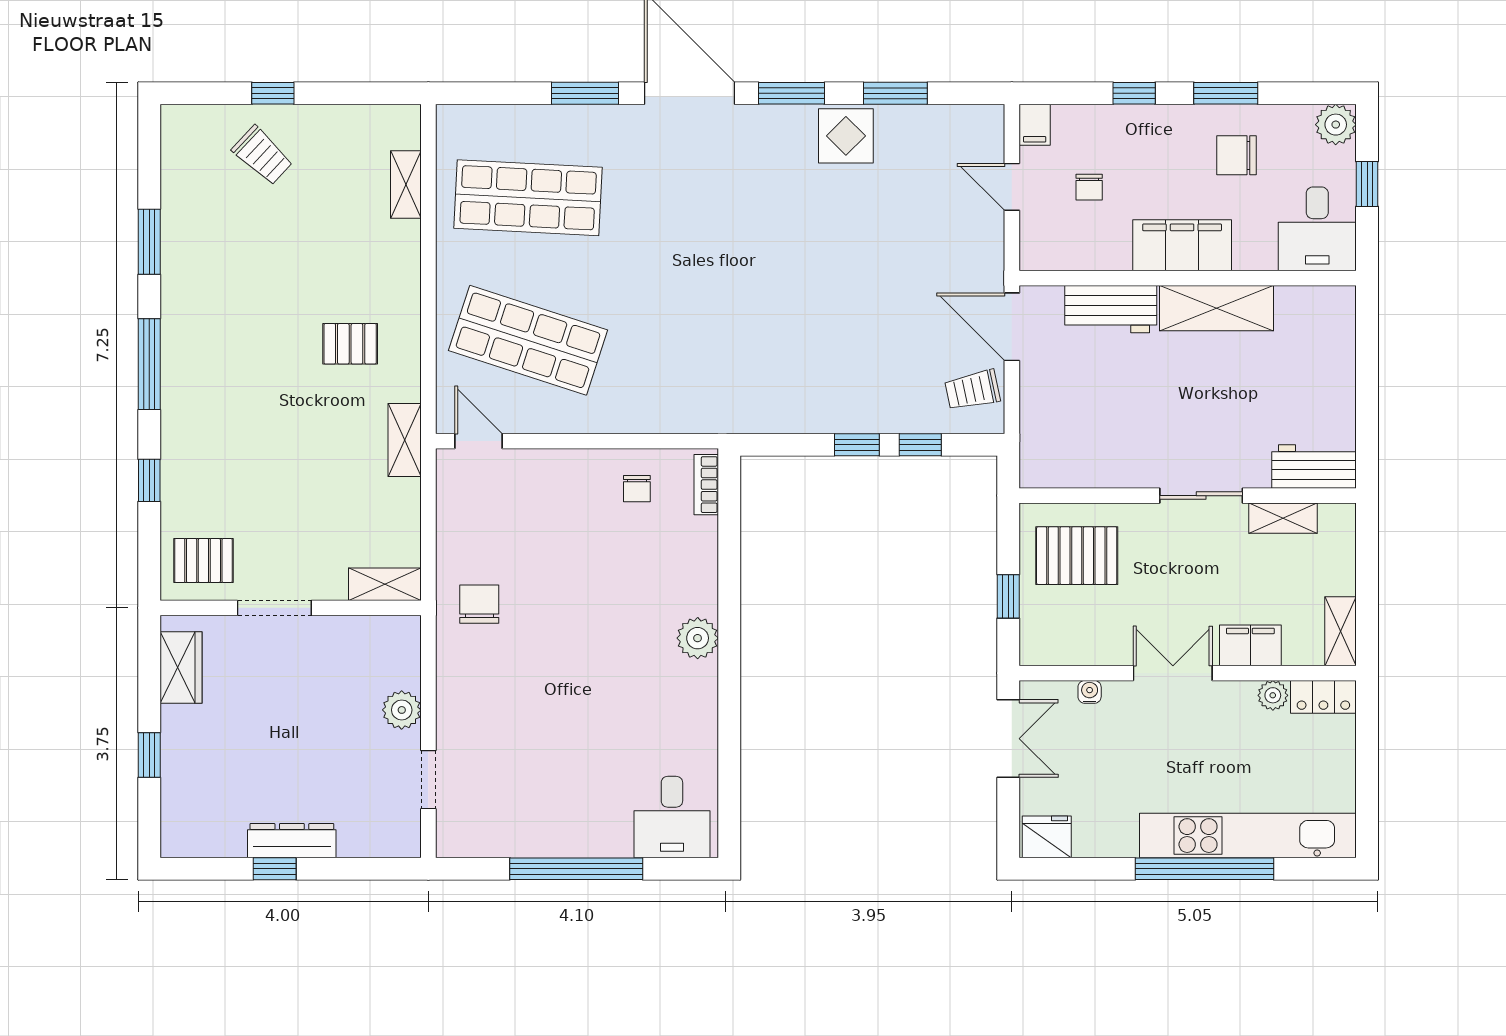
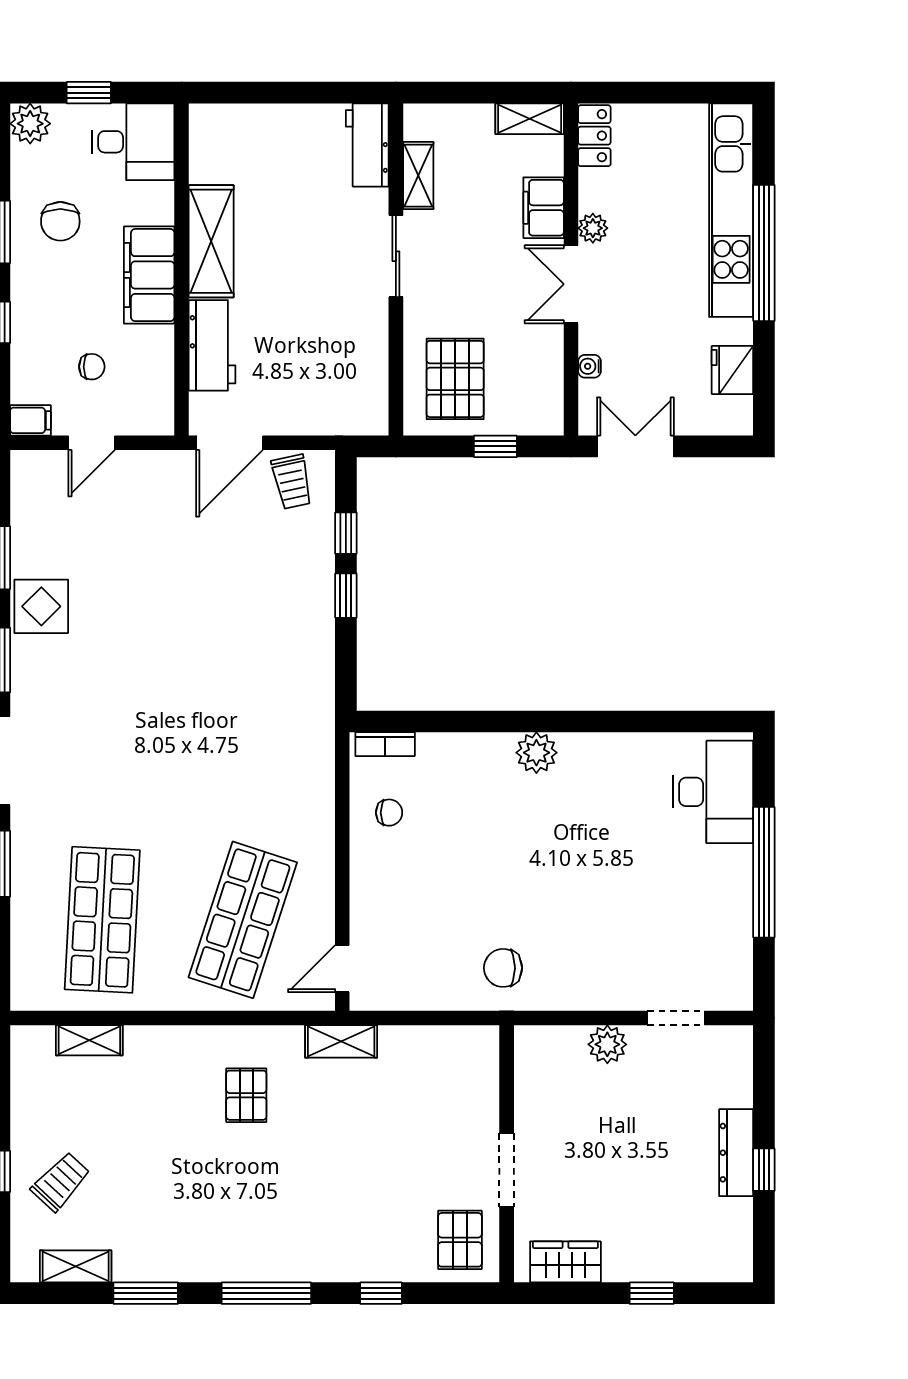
shelving: (385, 584) -> (76, 1266), moved, turned 90
plant: (1273, 695) -> (593, 228), moved
desk: (672, 817) -> (713, 792), width x1.37
fridge: (1047, 837) -> (732, 370), moved

